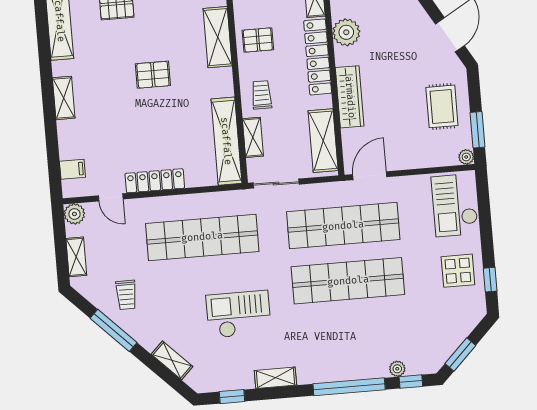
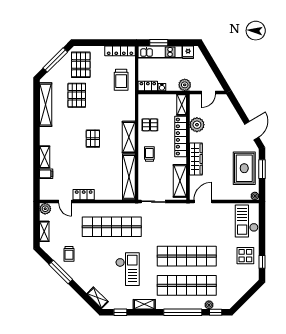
shelving: (218, 37) -> (129, 137), moved
pallet: (153, 75) -> (93, 139), turned 90
shelving: (64, 98) -> (45, 157), moved
rug: (442, 106) -> (244, 168), width x1.36, depth x1.43
window: (478, 130) -> (262, 169), moved
shelving: (253, 137) -> (143, 176), removed
filing cabinet: (72, 169) -> (46, 174), moved
locker: (155, 181) -> (84, 195), width x0.66
shop shelf: (343, 226) -> (187, 285), moved
checkout: (239, 314) -> (128, 269), turned 90
window: (460, 354) -> (243, 300), removed
shelving: (172, 360) -> (98, 298), moved

